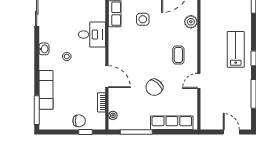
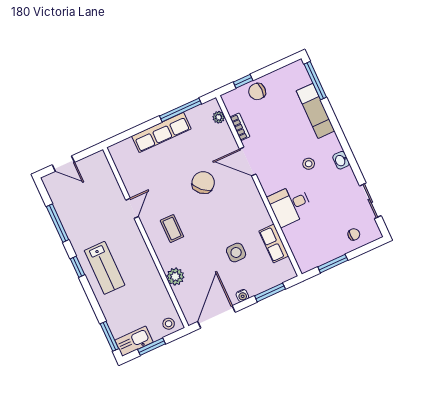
chair: (154, 87) -> (203, 183), moved
row of seats: (172, 123) -> (161, 132), moved

